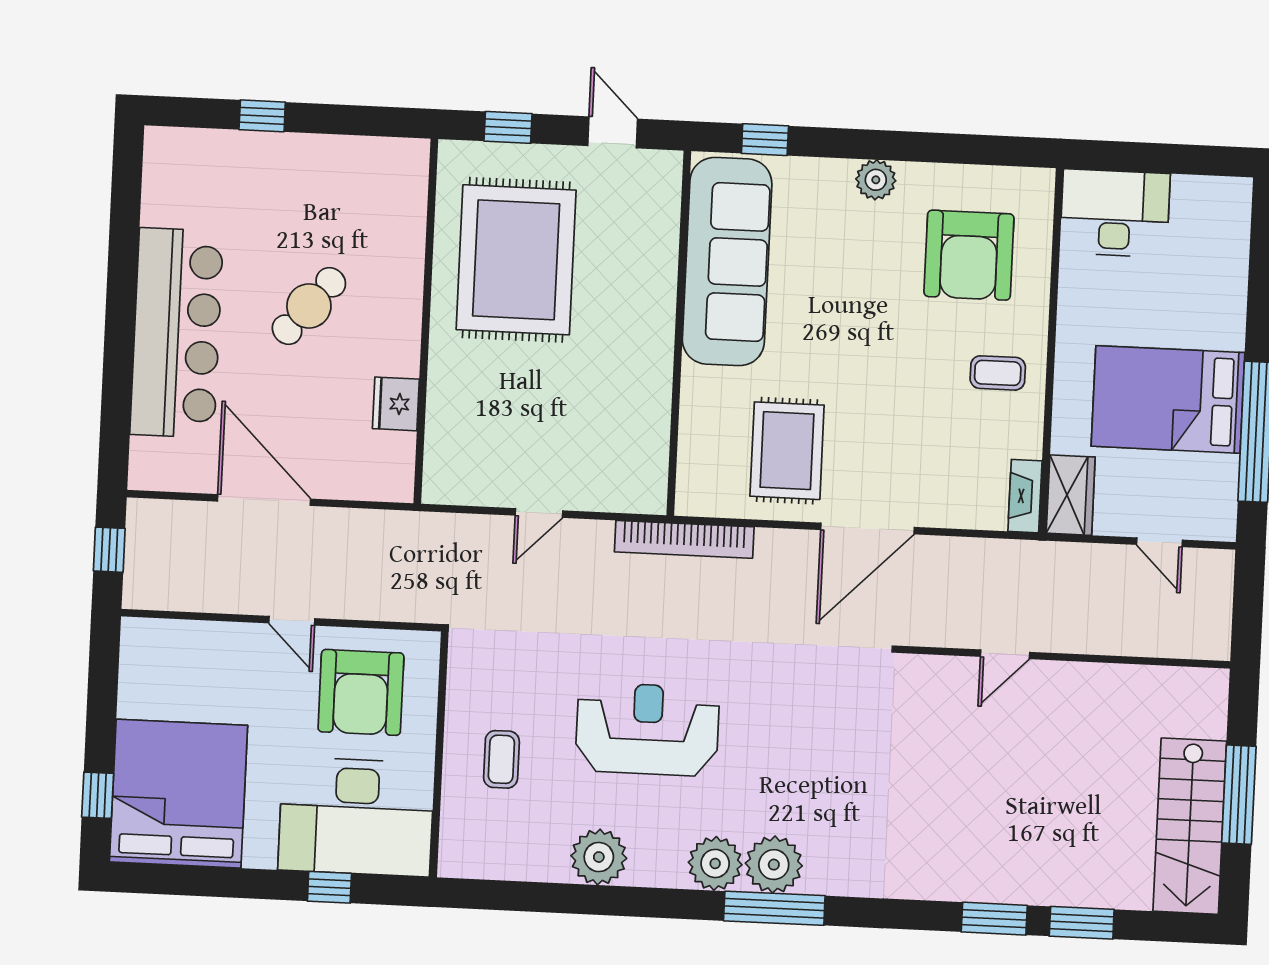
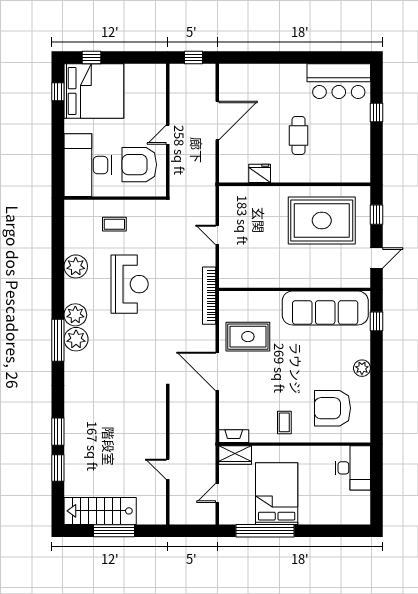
cafe table: (309, 306) -> (299, 135), turned 50
bar counter: (177, 333) -> (339, 81), moved, width x0.73
door: (1005, 654) -> (168, 469), moved
window: (329, 887) -> (58, 92), moved

